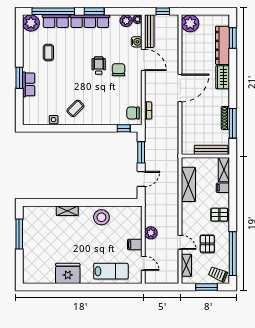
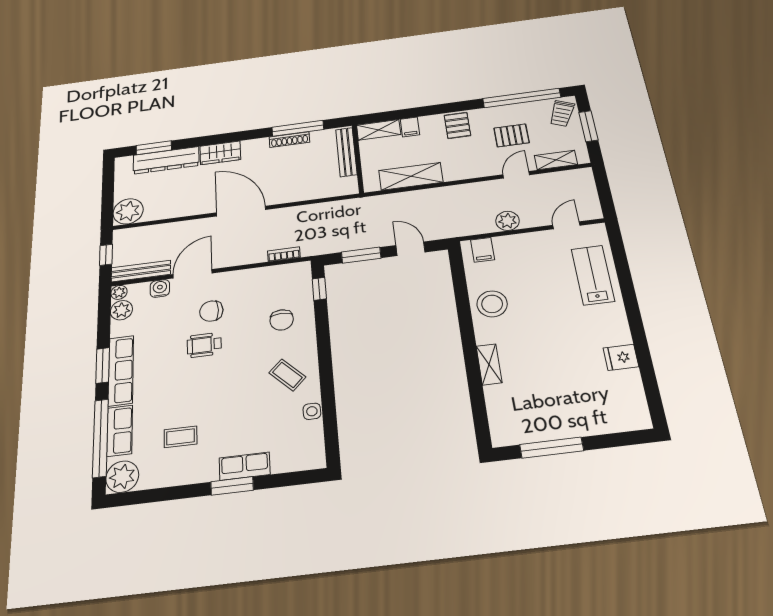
chair: (133, 113) -> (282, 320), moved
filing cabinet: (135, 245) -> (483, 250), moved
fridge: (68, 273) -> (621, 357), width x0.53, depth x0.75

